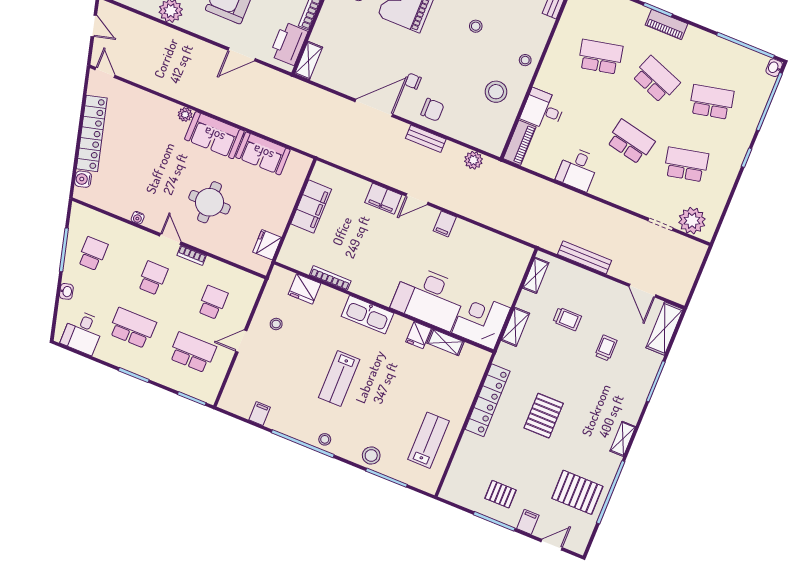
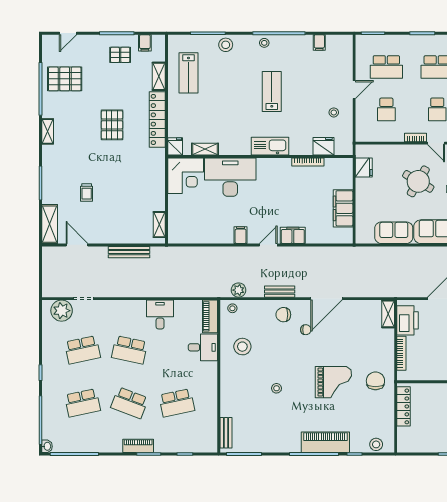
stool: (525, 60) -> (232, 308), moved
round table: (210, 202) -> (418, 181), turned 30
trolley: (567, 319) -> (123, 202), removed
shelving: (515, 327) -> (159, 76), moved
fridge: (419, 335) -> (175, 146), moved
filing cabinet: (528, 522) -> (145, 43), moved

